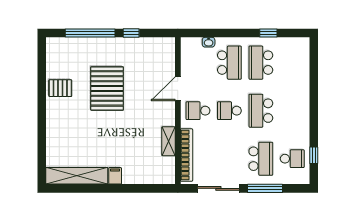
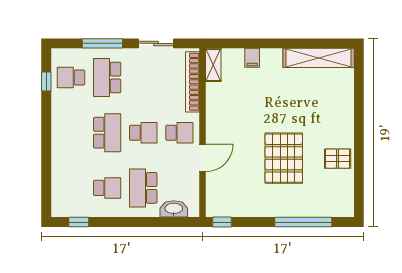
window: (131, 33) -> (222, 222), moved
window: (268, 33) -> (79, 222), moved
washbasin: (209, 42) -> (174, 209), width x1.91, depth x1.45
school desk: (261, 63) -> (107, 188), width x0.54
shelving: (168, 141) -> (213, 65), moved
filing cabinet: (115, 176) -> (252, 58), moved
sliding door: (218, 188) -> (156, 43), width x0.73

